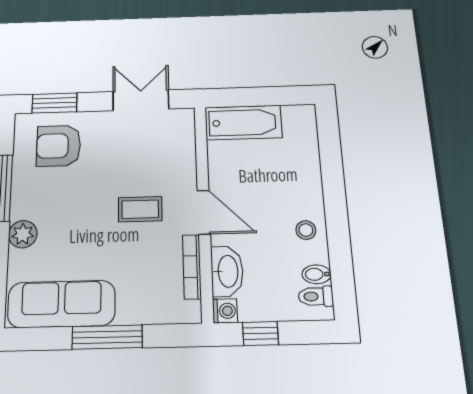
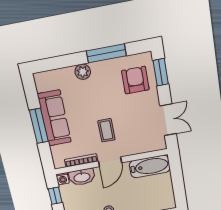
bathtub: (243, 123) -> (150, 166), moved, turned -90
sofa: (61, 304) -> (54, 118), moved

